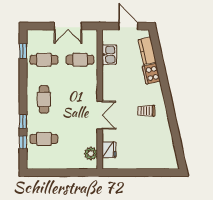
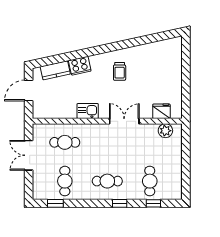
double door: (68, 26) -> (29, 155), swing flipped
kitchen sink: (109, 55) -> (88, 111), moved
cafe table: (80, 60) -> (65, 142), turned 90
window: (23, 121) -> (120, 203), moved

